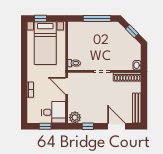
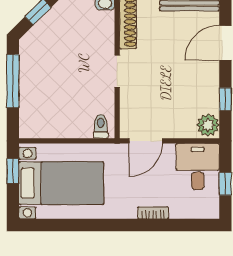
window: (41, 19) -> (13, 171), moved

